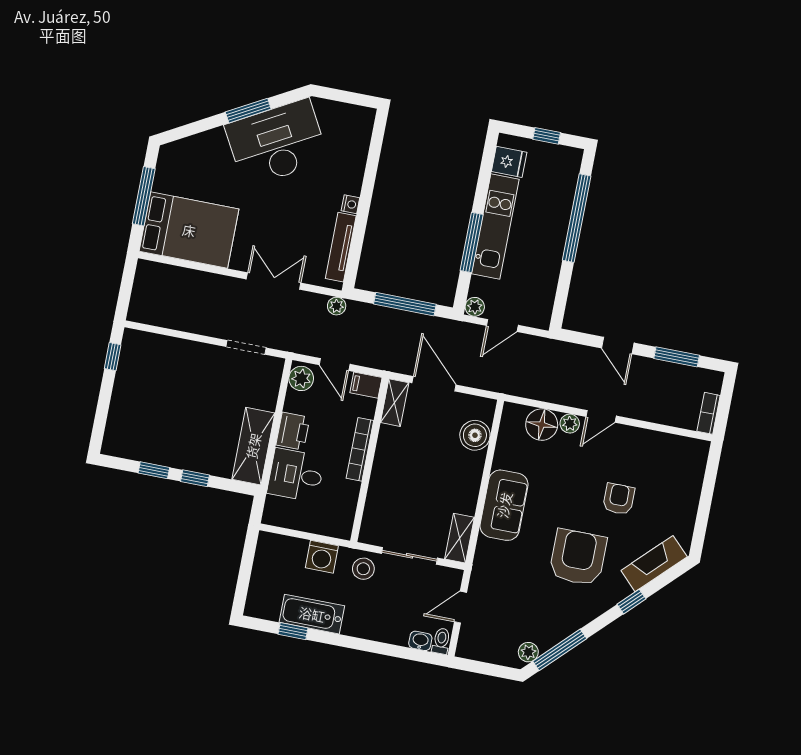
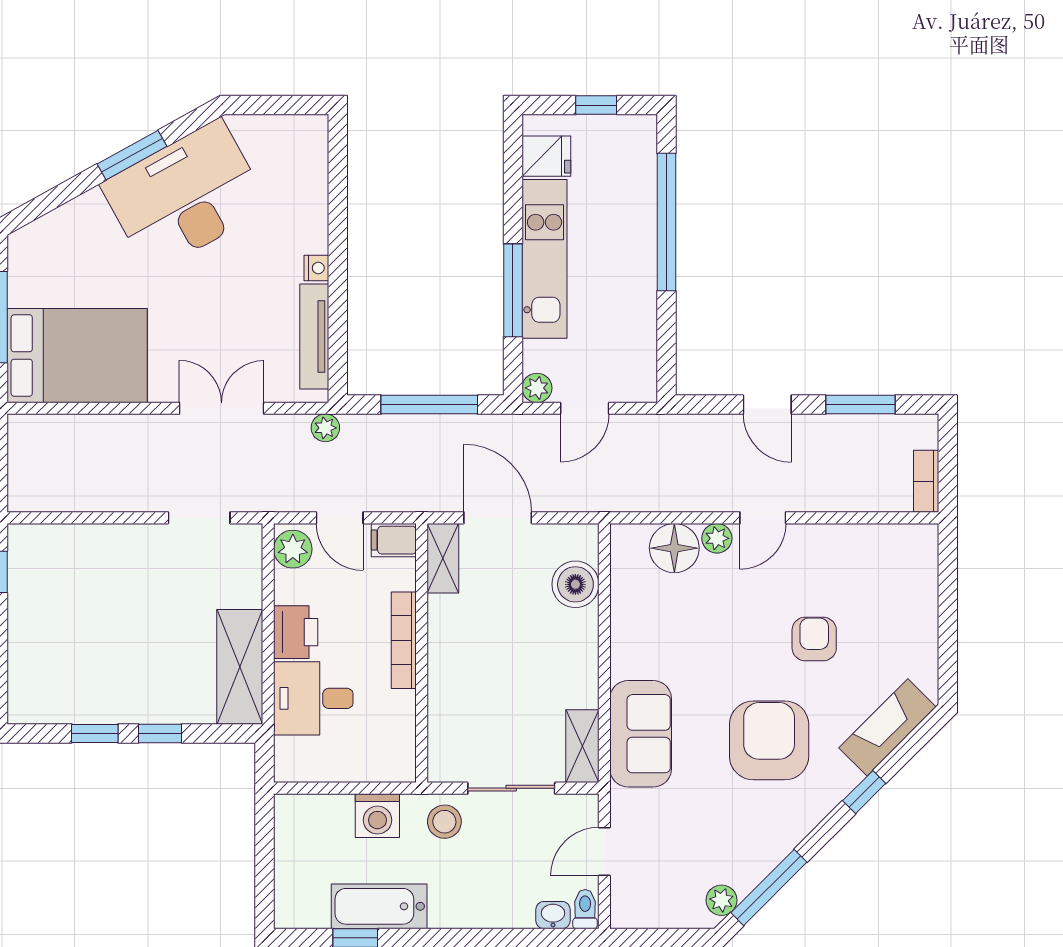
sofa: (504, 505) -> (641, 734), moved

